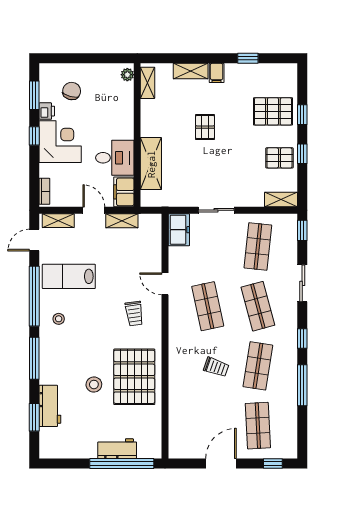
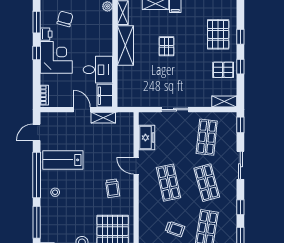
pallet: (273, 111) -> (218, 34), turned 90
shelving: (151, 164) -> (125, 45), moved
shelving: (58, 221) -> (55, 118), removed
freezer: (179, 230) -> (147, 138), moved

